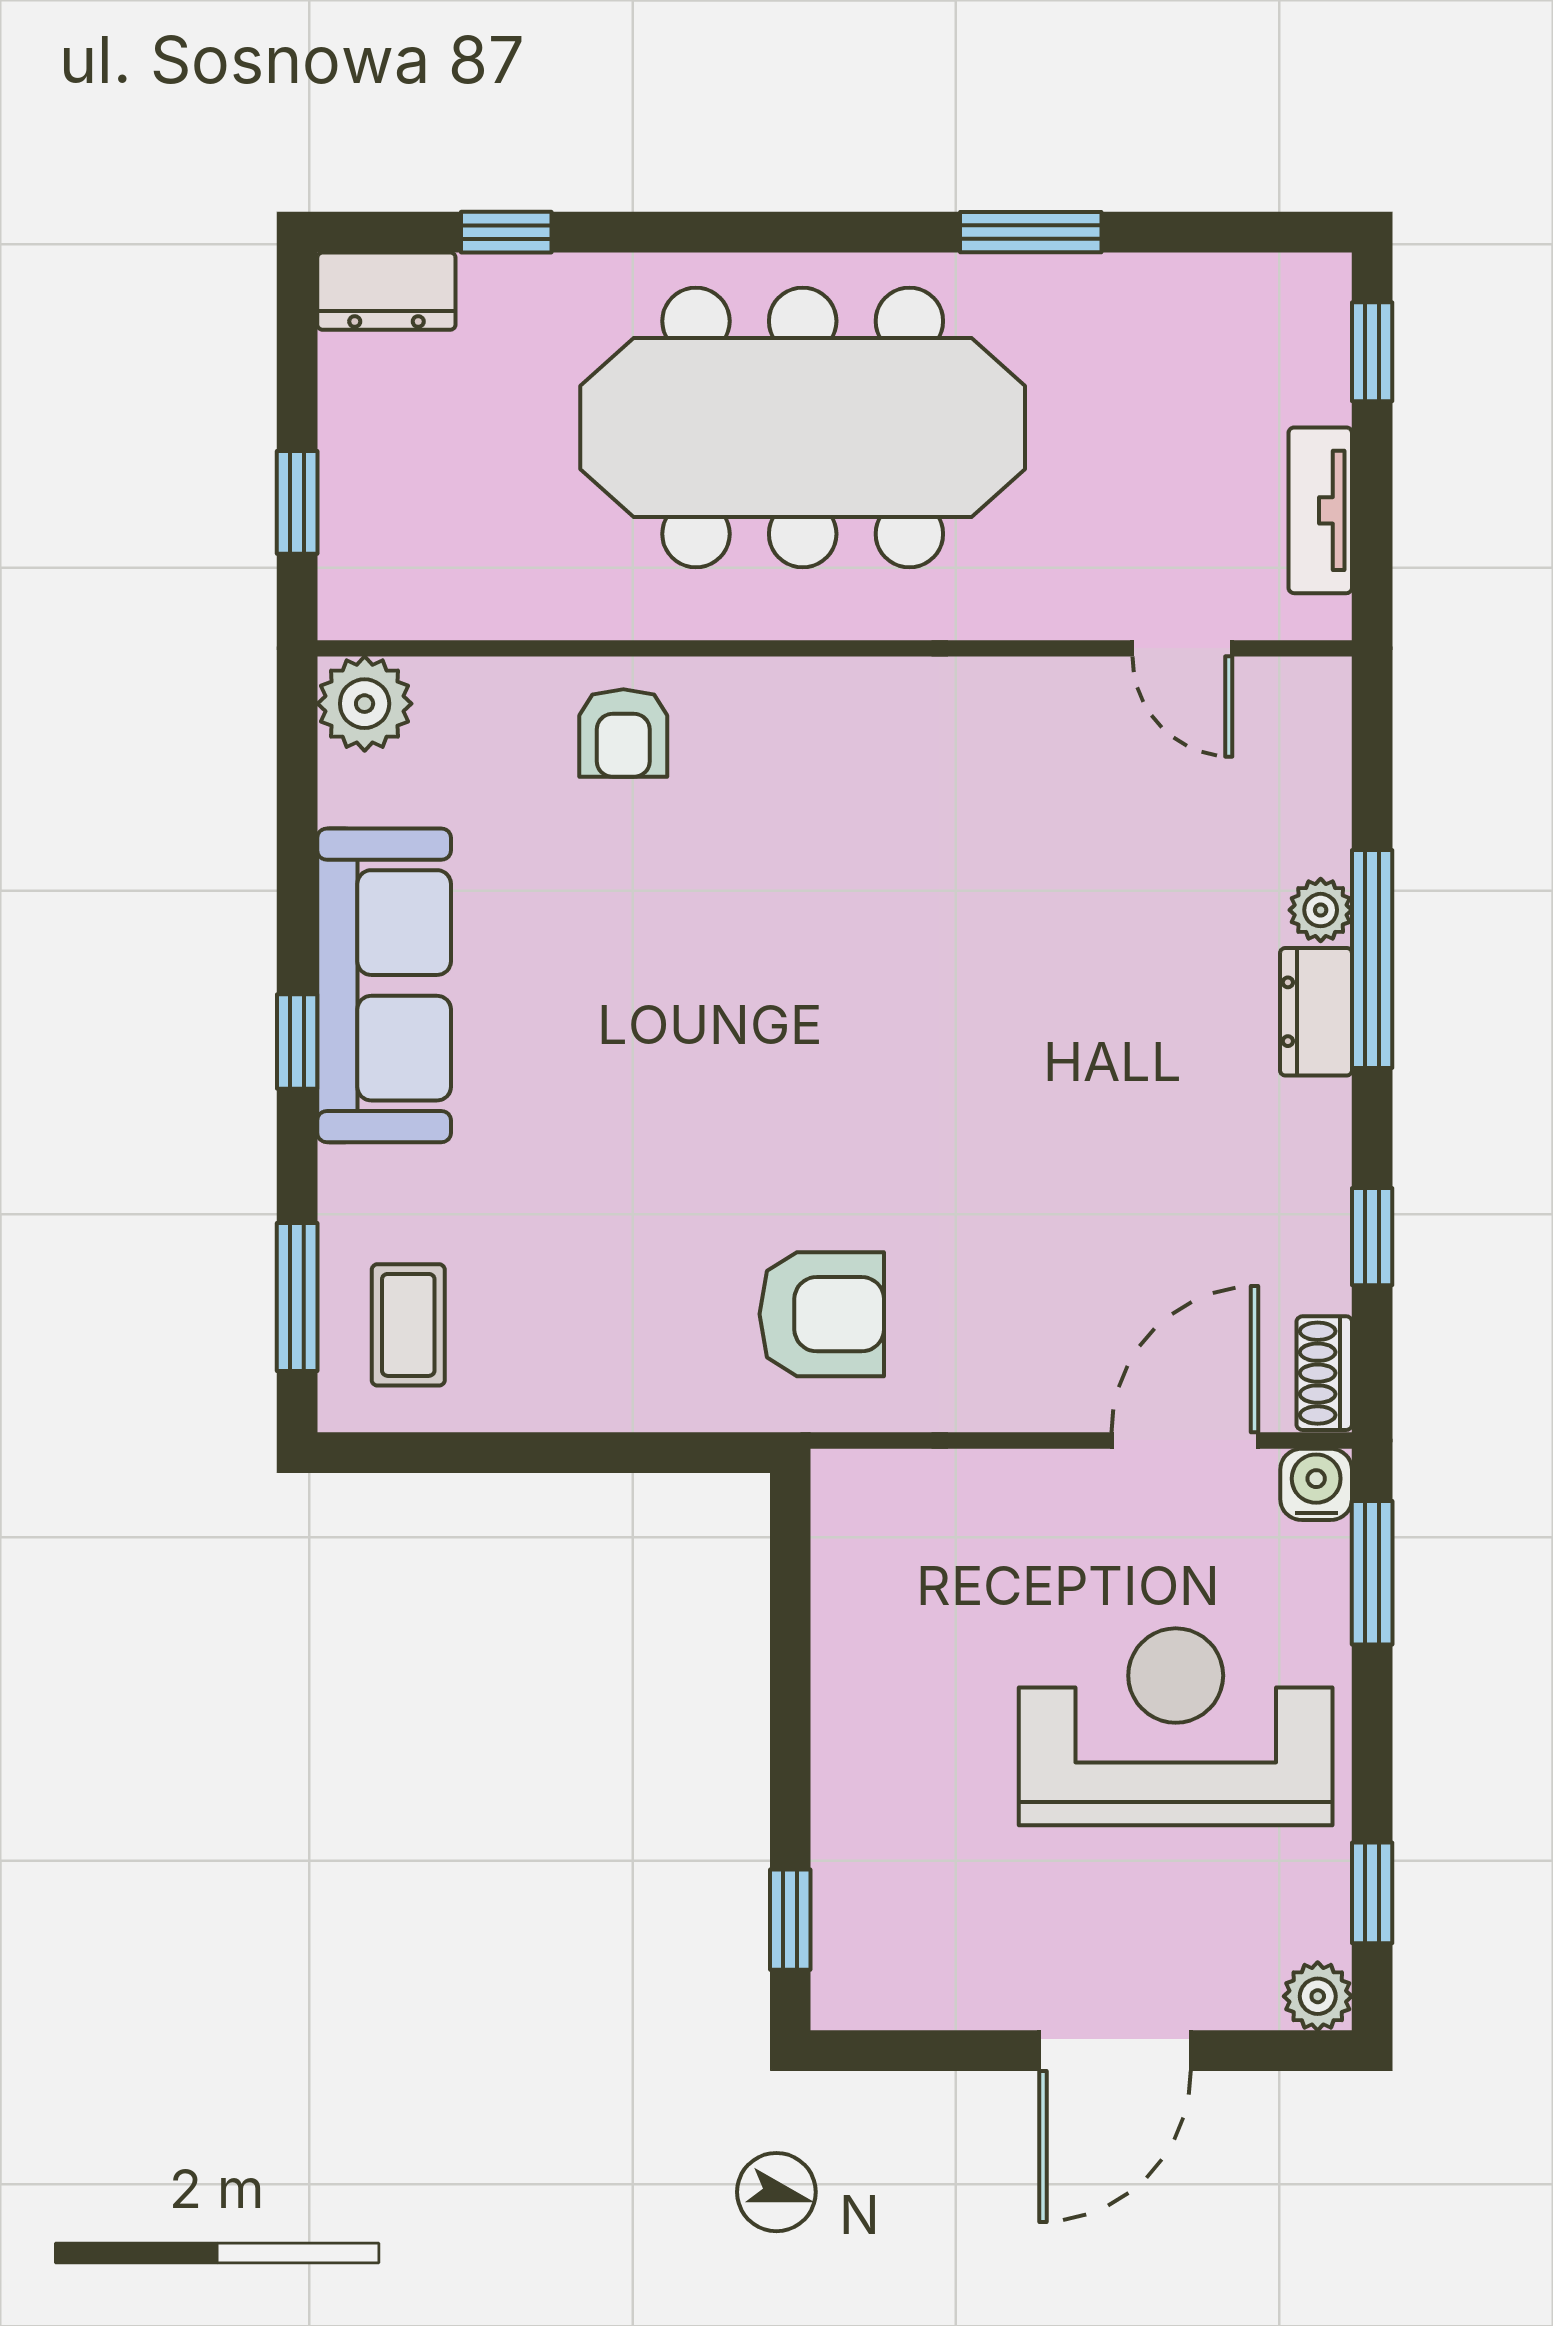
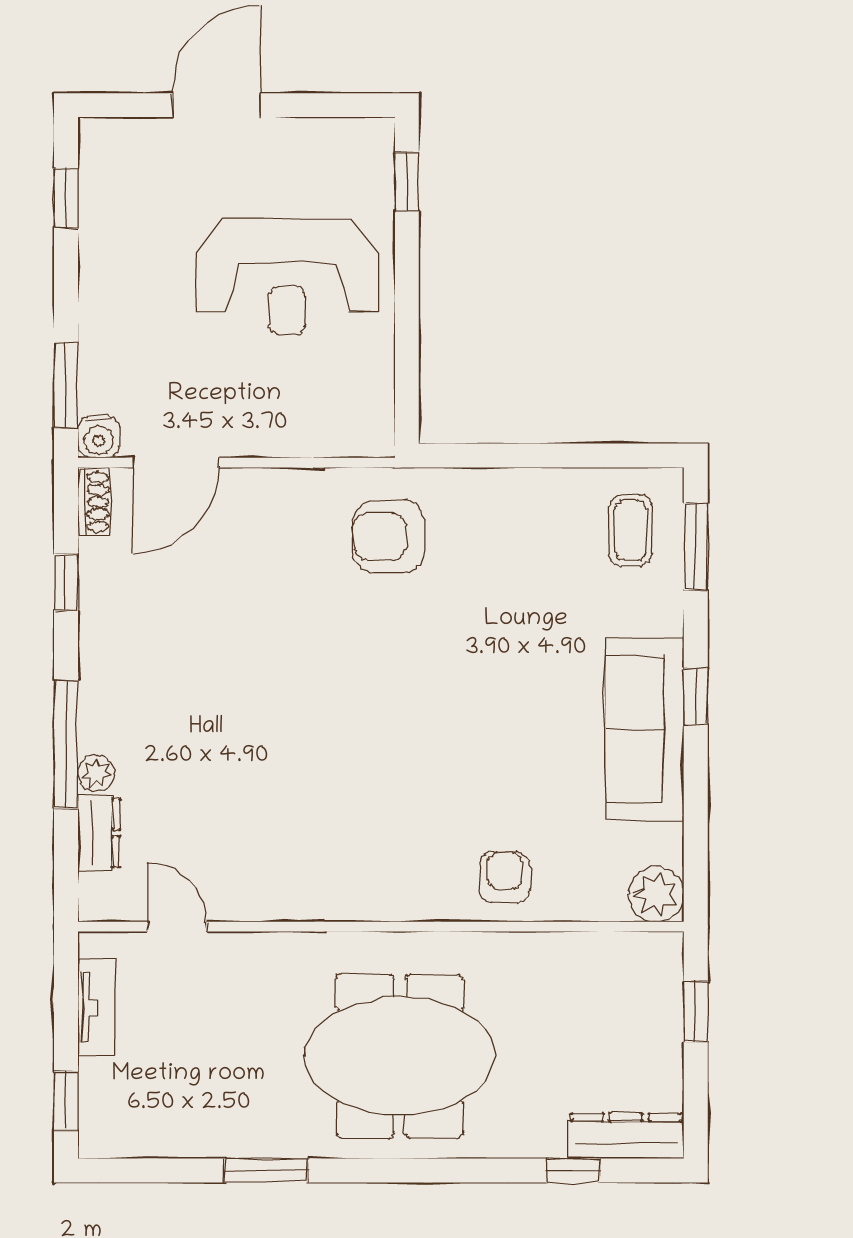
dresser: (386, 291) -> (626, 1136), width x1.44
meeting table: (803, 427) -> (400, 1056), width x0.73
dresser: (1316, 1012) -> (99, 833), moved
reception desk: (1176, 1727) -> (287, 277), moved
plant: (1318, 1996) -> (98, 137), removed

